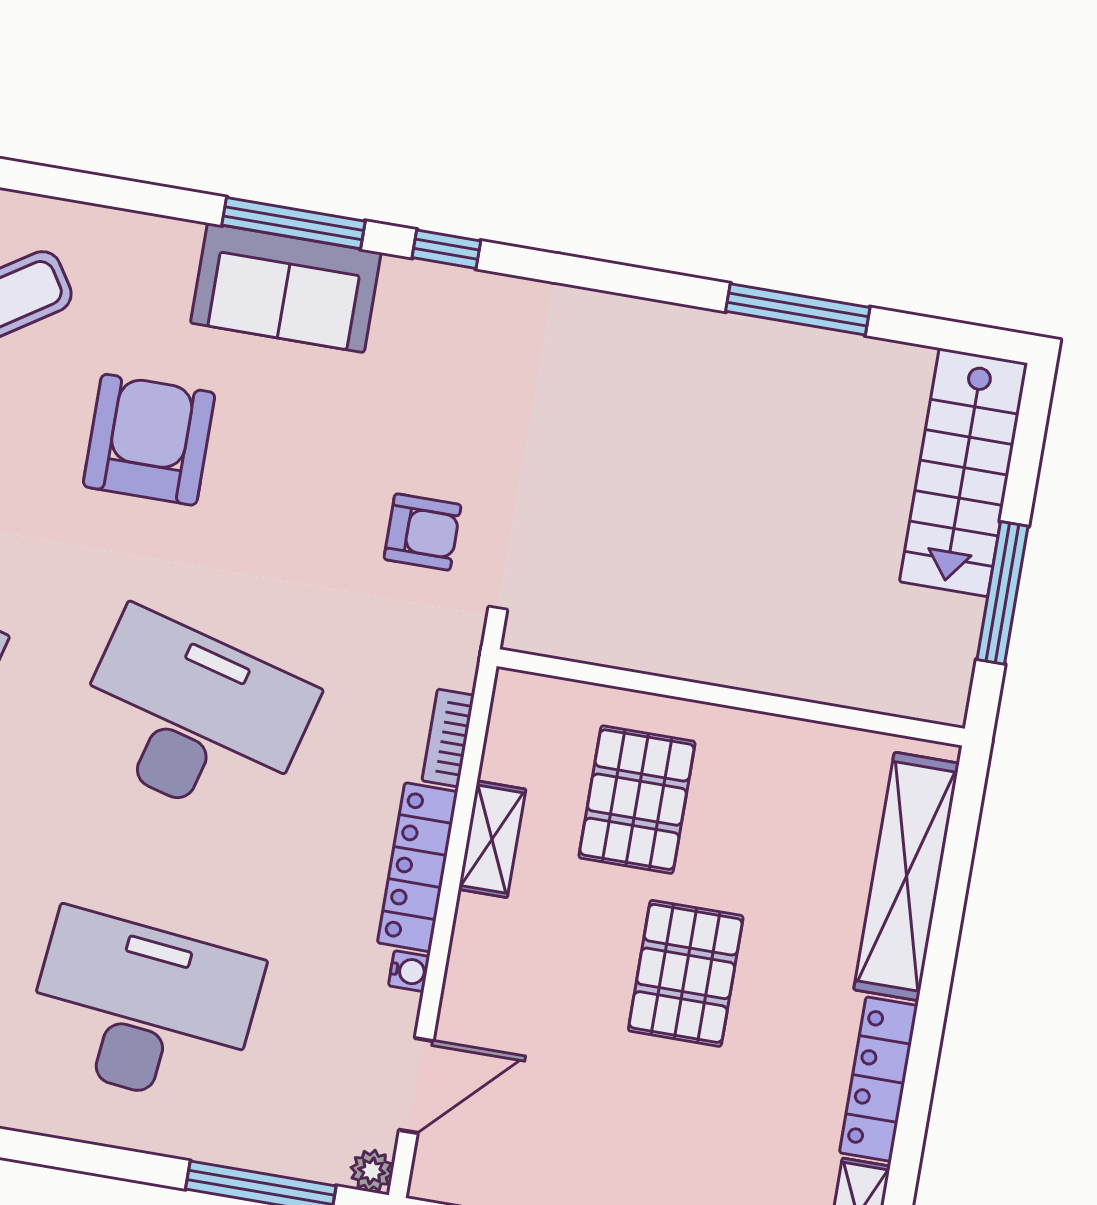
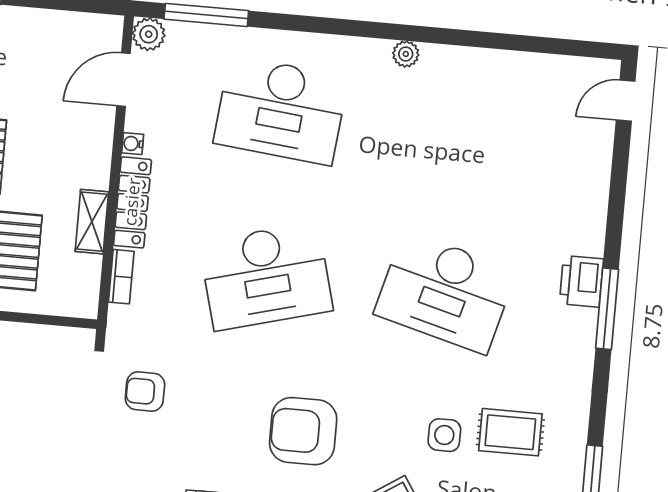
armchair: (149, 440) -> (303, 431), turned 90
desk: (193, 718) -> (266, 276), turned -30
plant: (372, 1171) -> (149, 34), width x1.38, depth x1.38

